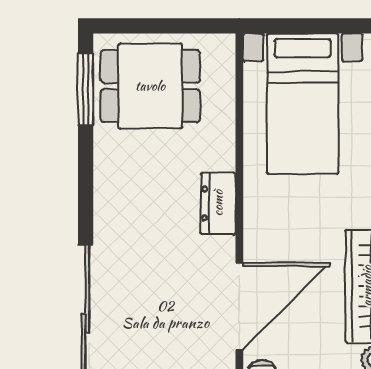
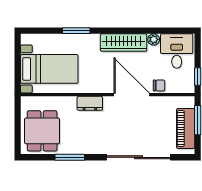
window: (86, 89) -> (70, 157), moved

